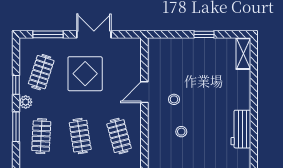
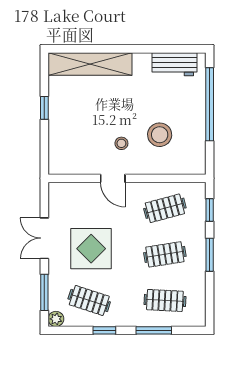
shelving: (243, 54) -> (90, 64), width x2.20, depth x1.33
plant: (26, 102) -> (56, 319), moved
workbench: (241, 129) -> (175, 64), moved
stool: (181, 132) -> (160, 135), width x1.89, depth x1.89

